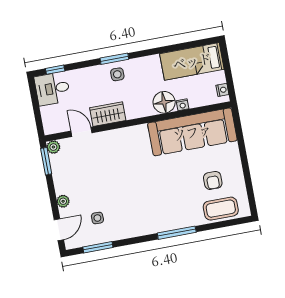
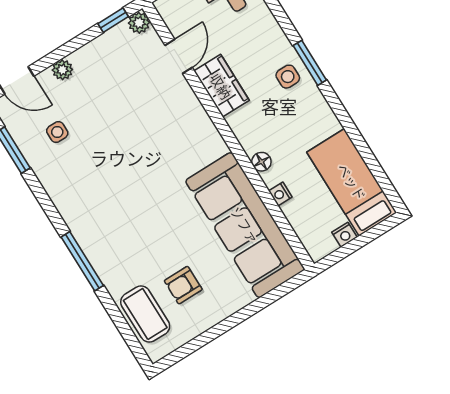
nightstand: (222, 90) -> (345, 235), moved
floor lamp: (164, 102) -> (261, 162), width x0.53, depth x0.53
window: (46, 161) -> (113, 20), width x0.67

